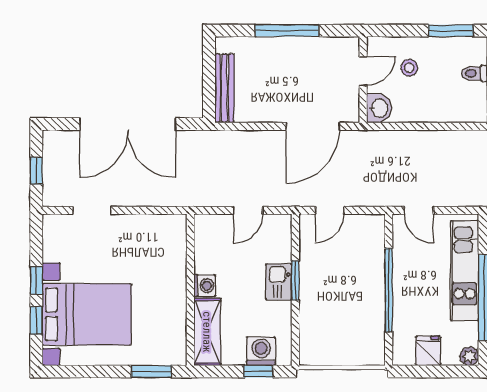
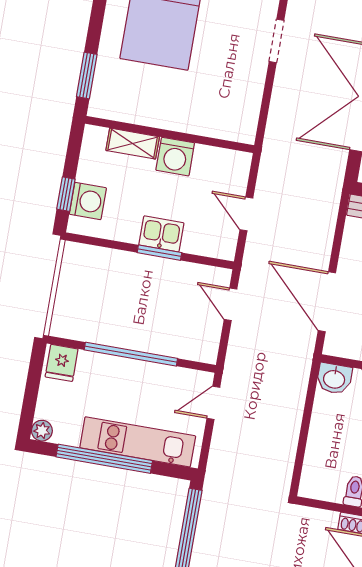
washing machine: (205, 286) -> (175, 157), width x1.38, depth x1.38
shelving: (207, 332) -> (133, 144), width x0.67, depth x0.75
fridge: (428, 351) -> (62, 363), moved, turned 90

